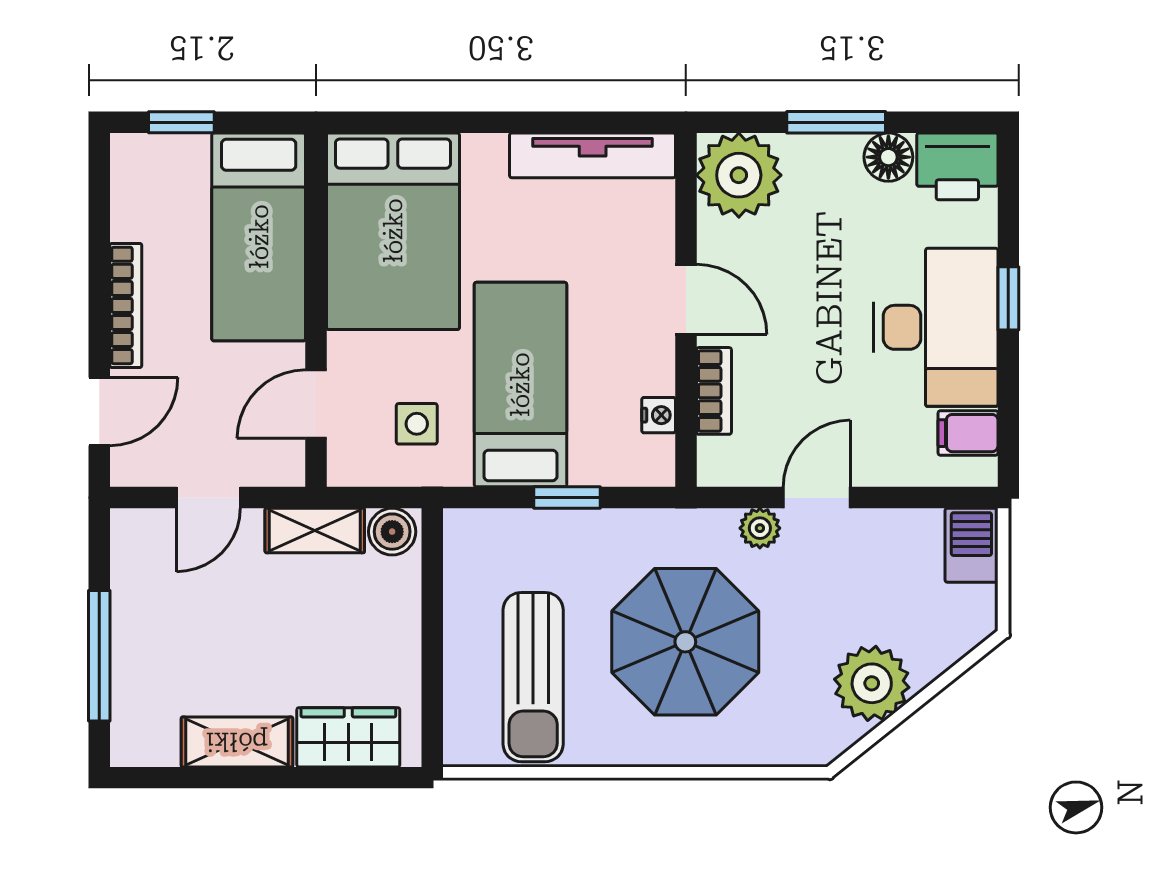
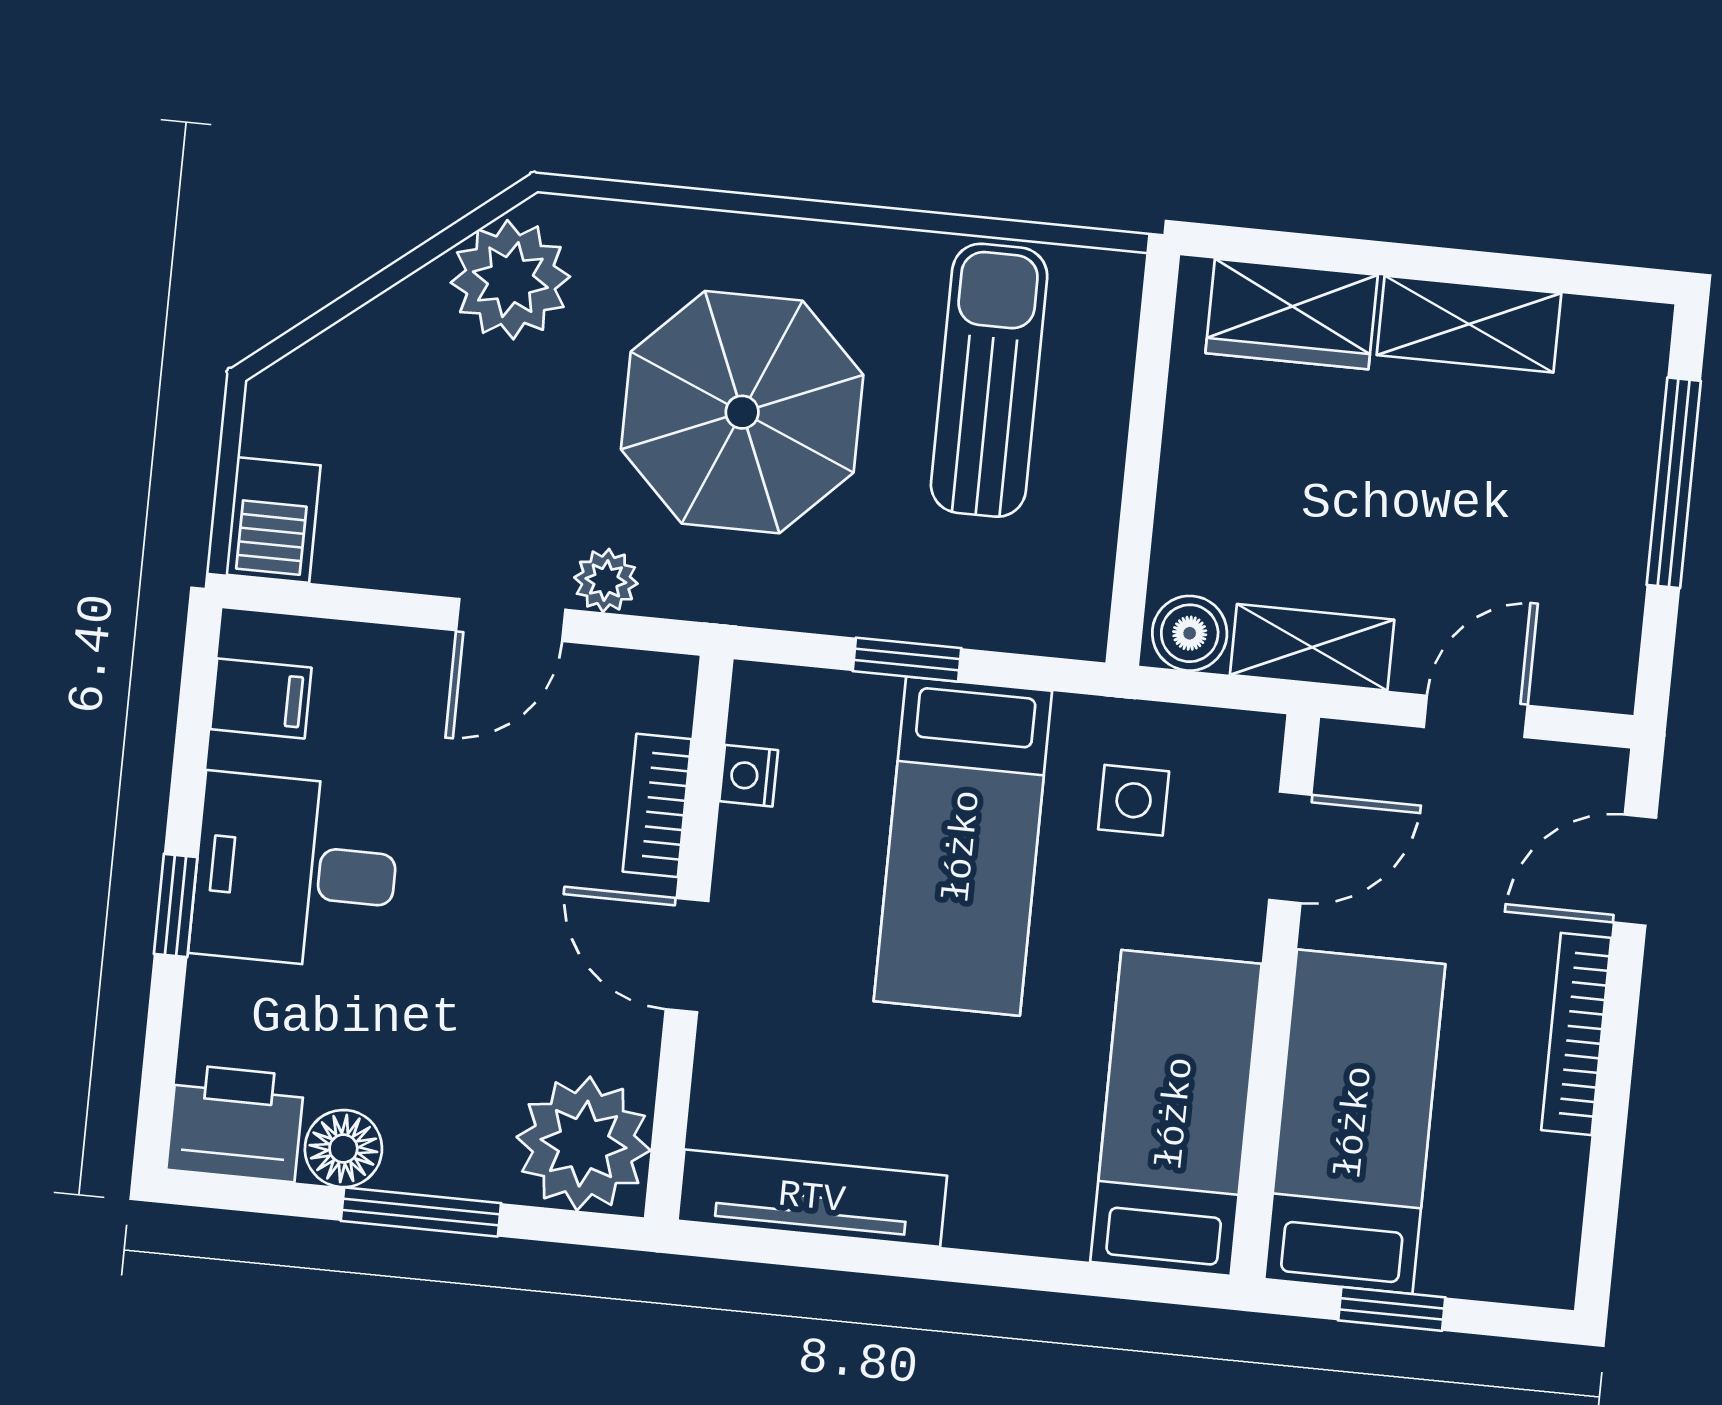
window: (181, 122) -> (1392, 1309), moved
bed: (393, 231) -> (1176, 1113), width x0.67
desk: (936, 327) -> (296, 871), width x0.73
plant: (872, 683) -> (510, 280), moved

